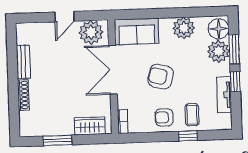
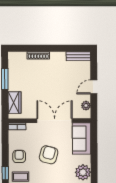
door: (64, 17) -> (94, 87), hinge flipped
plant: (91, 32) -> (86, 106), width x0.53, depth x0.53
bench: (23, 62) -> (78, 56), moved

